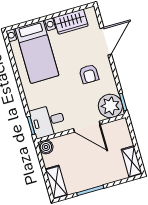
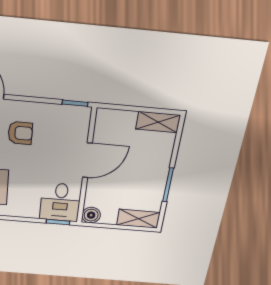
plant: (110, 106) -> (73, 122), removed

